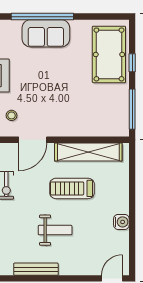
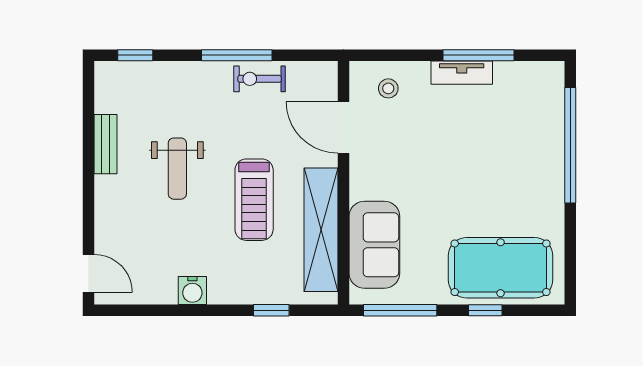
sofa: (46, 33) -> (374, 245), moved, turned 180
window: (132, 179) -> (271, 310), added
treadmill: (72, 188) -> (254, 200), turned 180
bench: (36, 269) -> (106, 144), width x0.73

